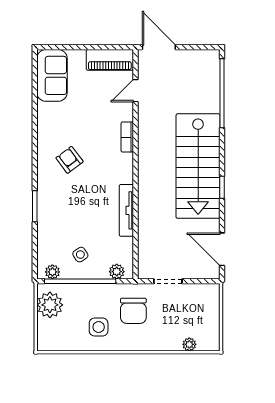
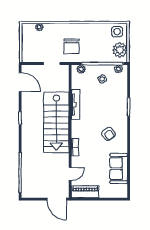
sofa: (52, 75) -> (119, 169), moved
stairs: (198, 166) -> (56, 122), moved, turned 180
chair: (133, 311) -> (72, 46), turned 180
side table: (99, 327) -> (117, 32), moved

